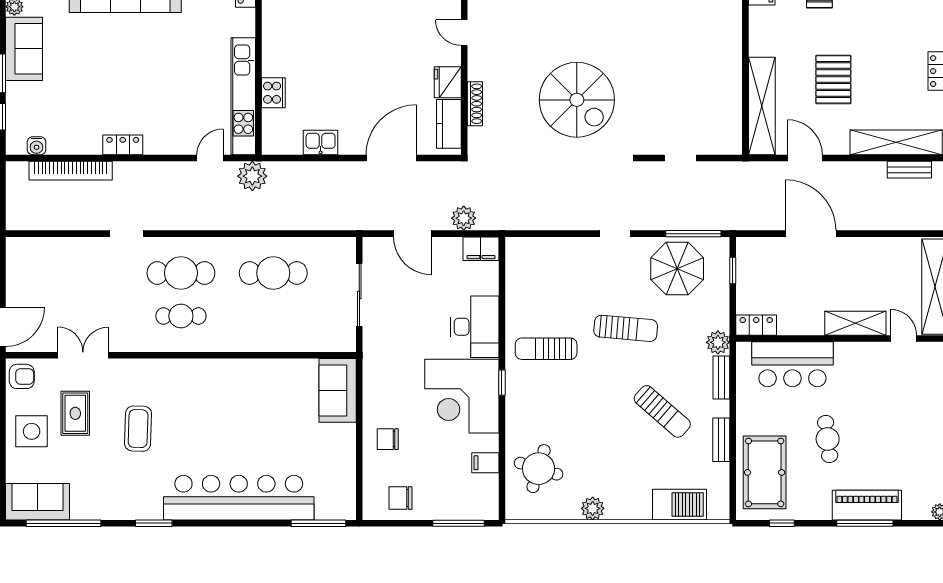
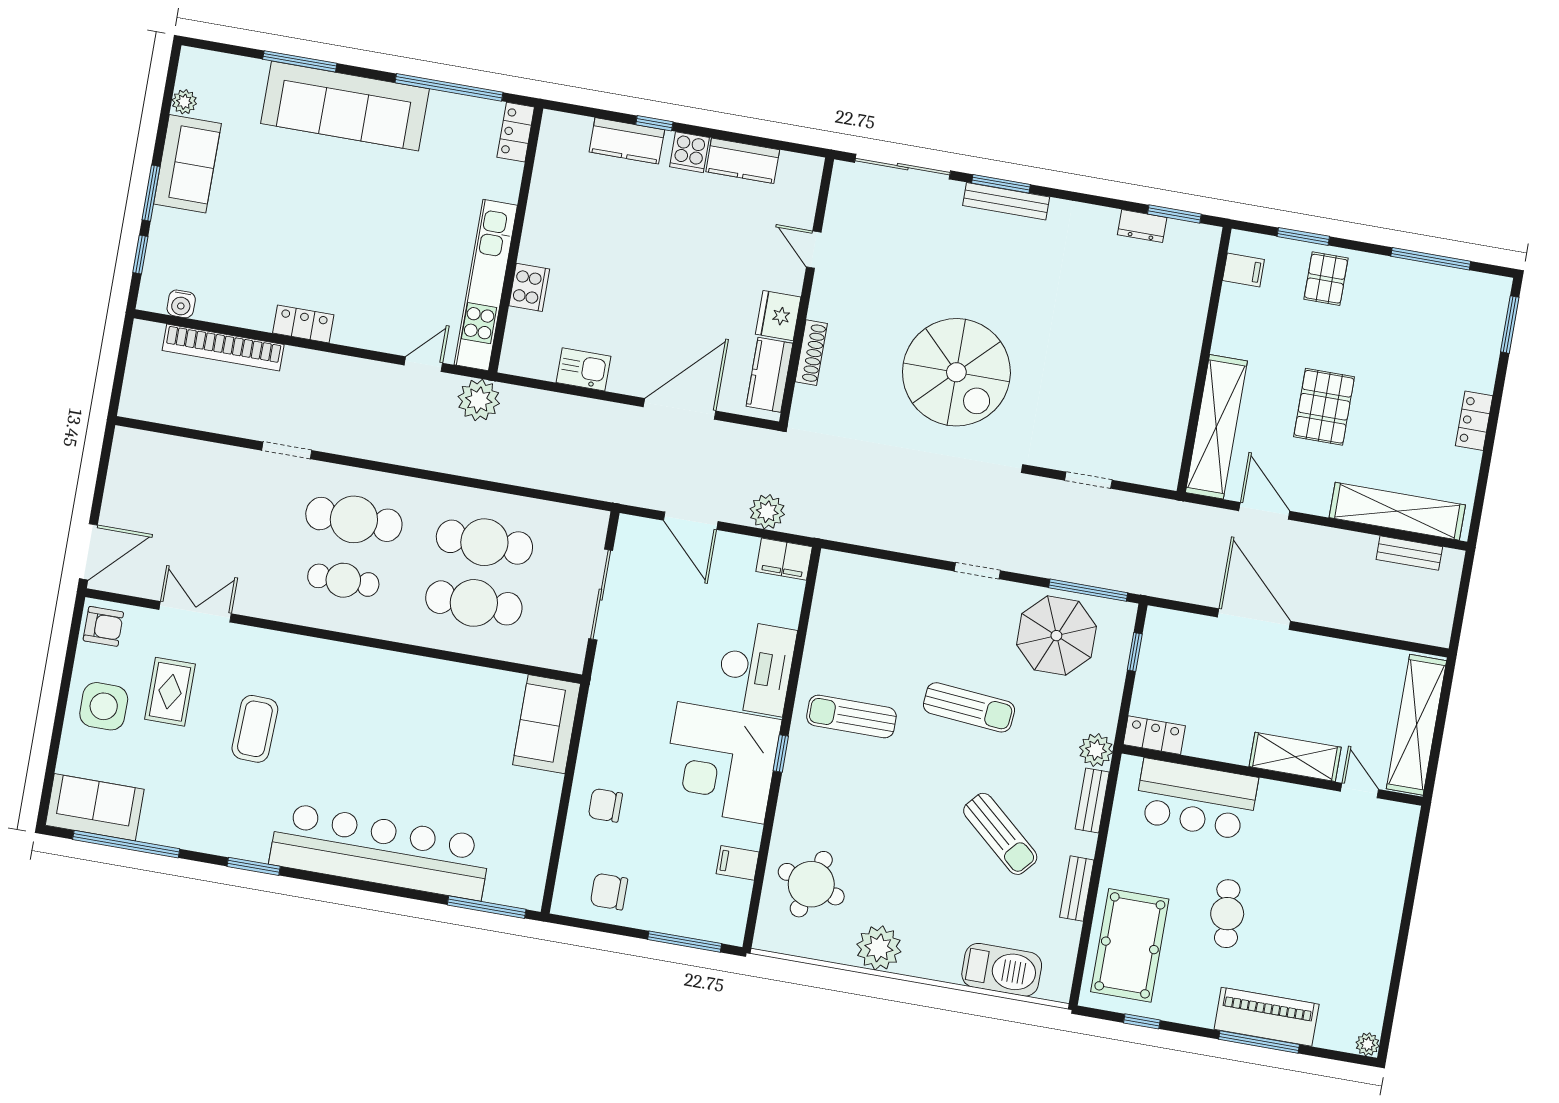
cafe table: (273, 316) -> (474, 603), added
plant: (593, 508) -> (879, 948), width x1.36, depth x1.36

